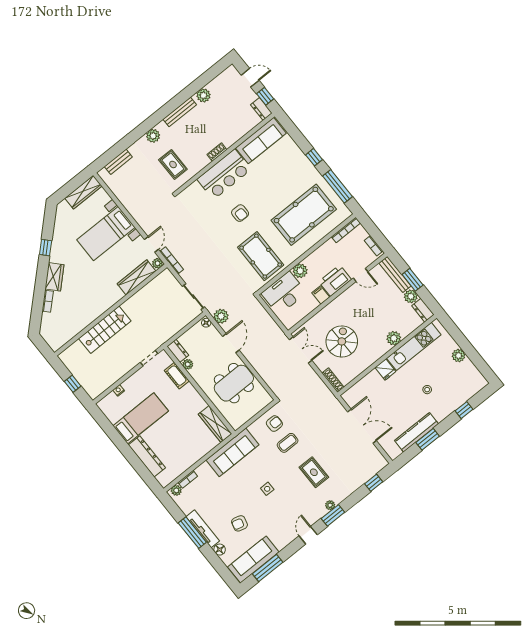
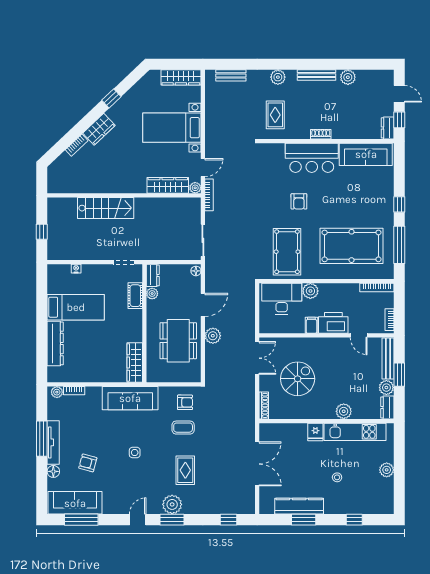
plant: (221, 316) -> (213, 336), moved
dining table: (234, 383) -> (178, 341), turned 90
plant: (330, 505) -> (172, 504), width x1.88, depth x1.88

